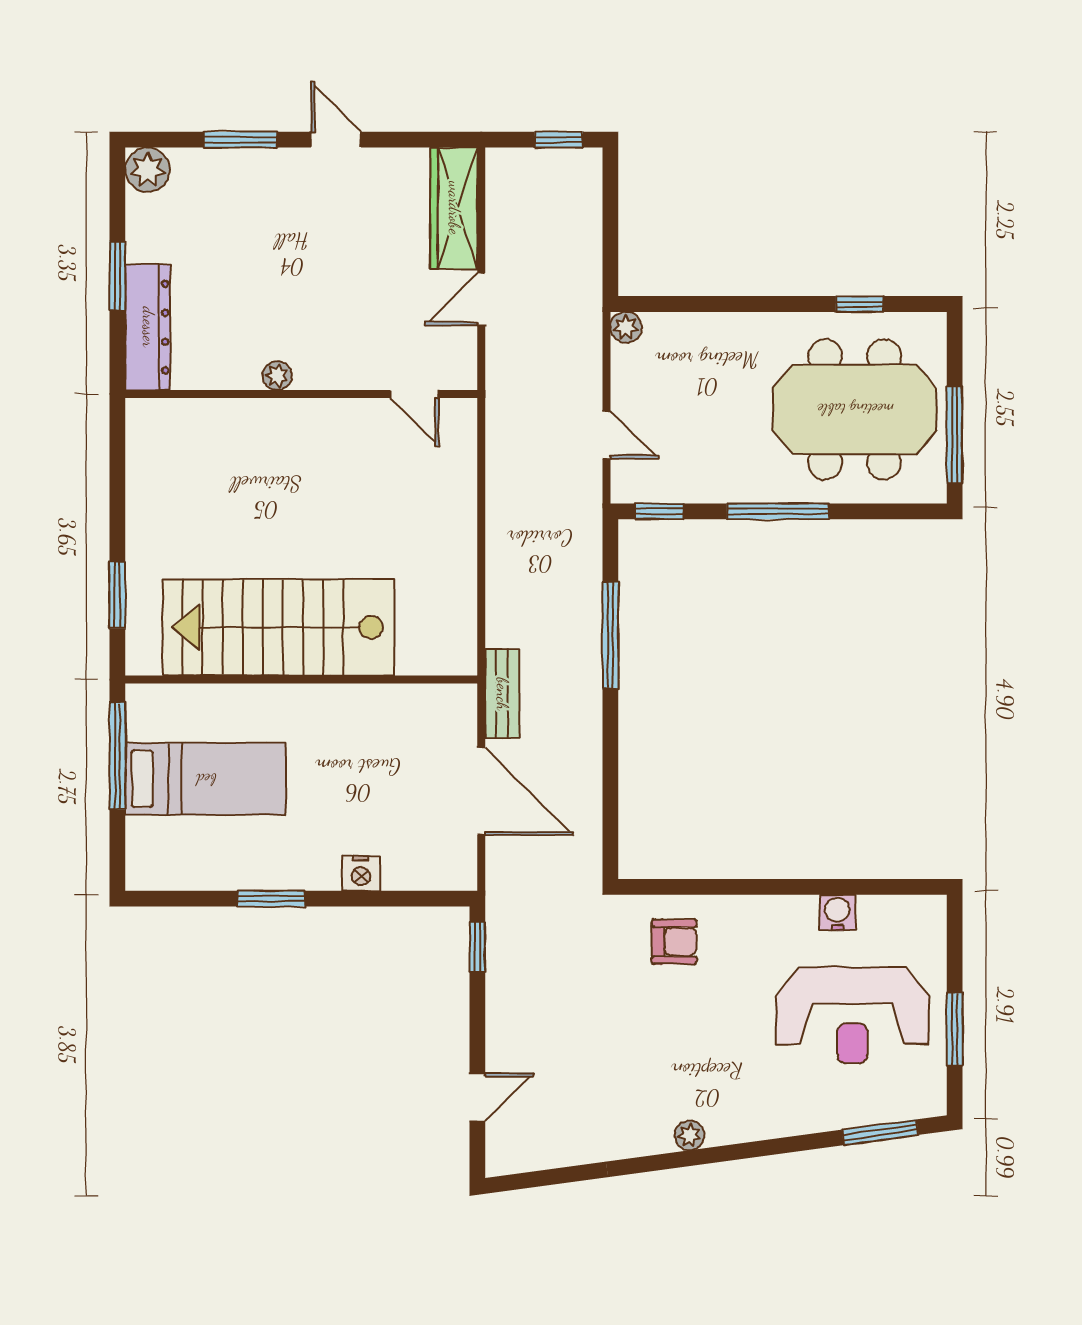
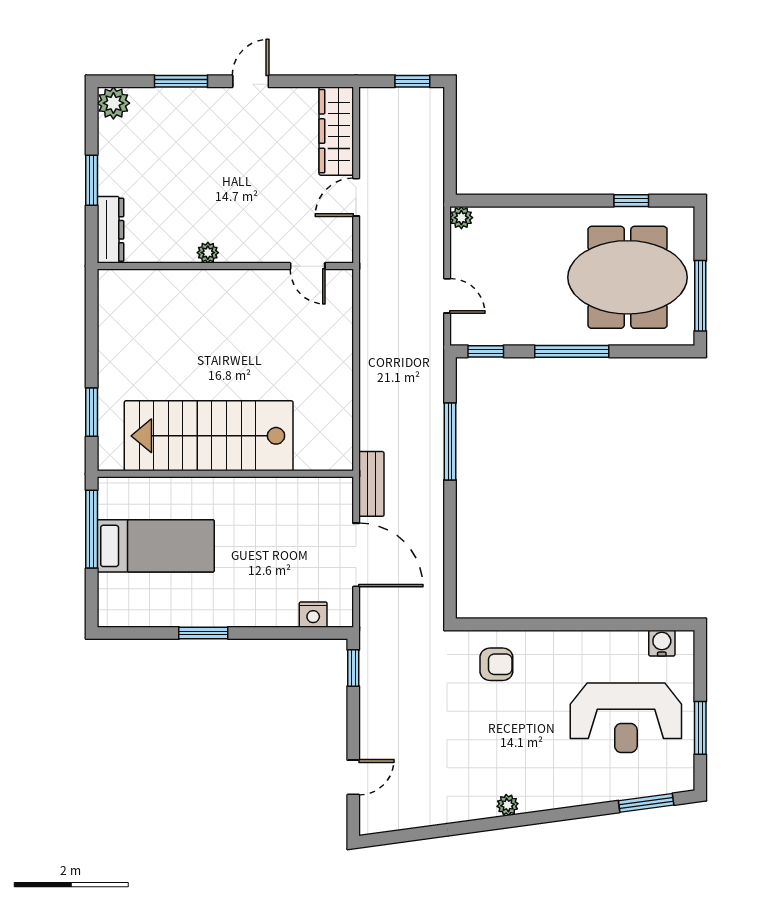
door: (336, 140) -> (251, 81), hinge flipped
dresser: (148, 327) -> (110, 230), width x0.73, depth x0.80
nightstand: (361, 873) -> (313, 615), moved
water cooler: (837, 913) -> (662, 643), moved

